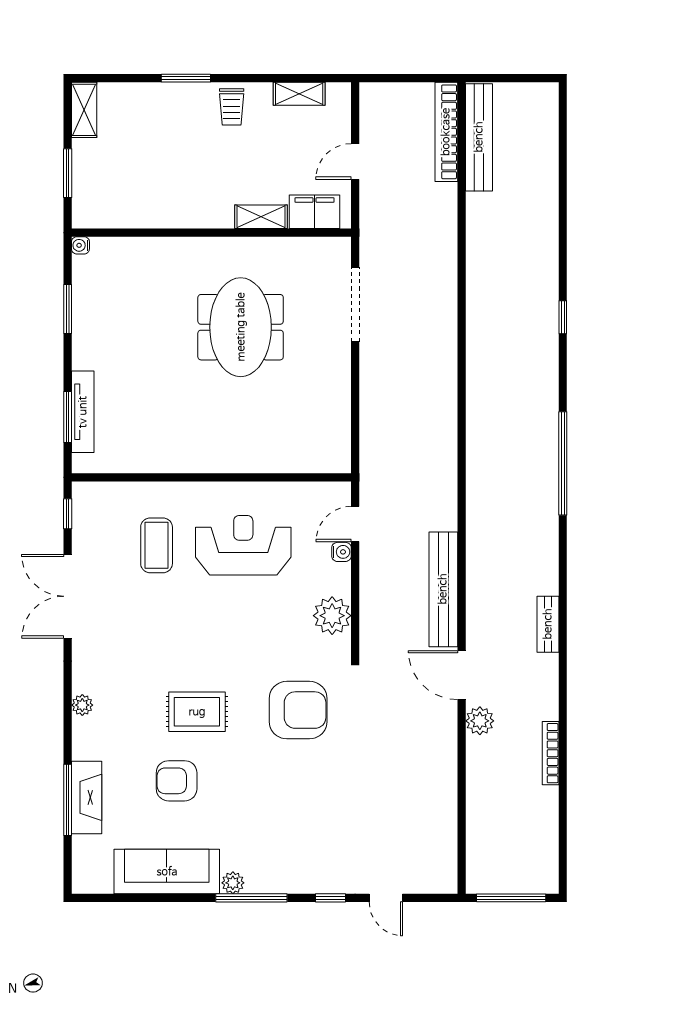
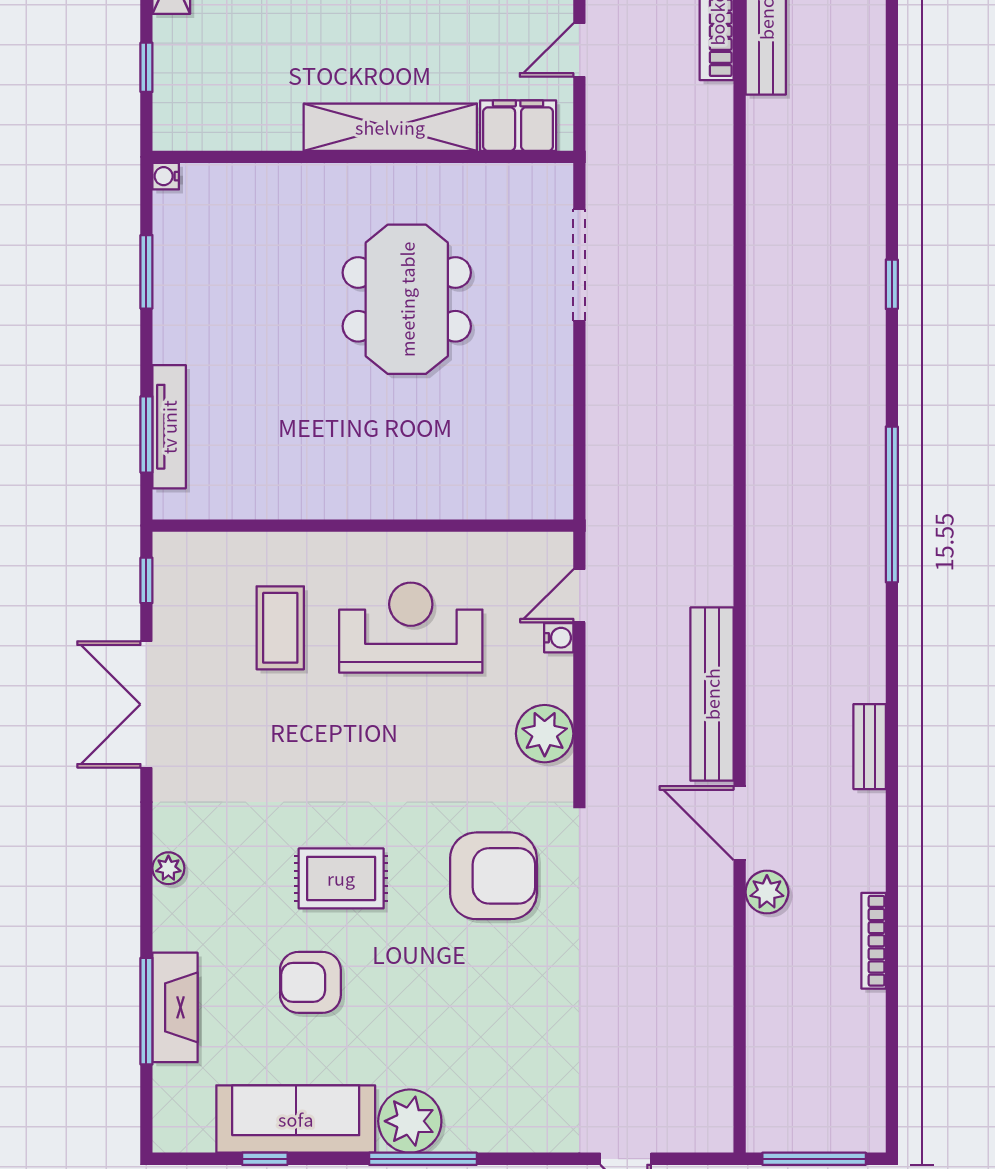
window: (68, 173) -> (146, 67), width x0.67
shelving: (261, 217) -> (390, 127), width x2.20, depth x1.33
plant: (233, 883) -> (410, 1121), width x1.87, depth x1.87
window: (331, 898) -> (265, 1159), moved

